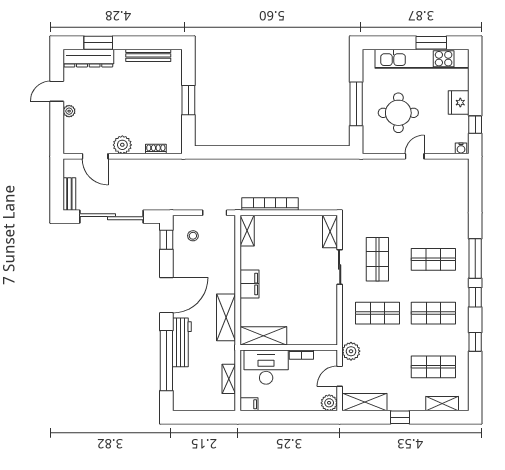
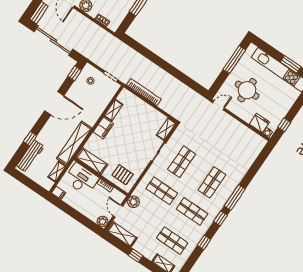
fridge: (459, 103) -> (259, 123), moved, turned 90
window: (356, 104) -> (234, 60), moved
door: (415, 156) -> (219, 105), moved
shelving: (247, 231) -> (113, 110), moved
shop shelf: (433, 259) -> (212, 182), turned 90
shelving: (226, 317) -> (74, 143), width x1.47
pallet: (314, 326) -> (123, 175), added
workbench: (182, 342) -> (30, 156), moved
window: (166, 361) -> (30, 139), width x0.32
door: (340, 376) -> (118, 211), hinge flipped

